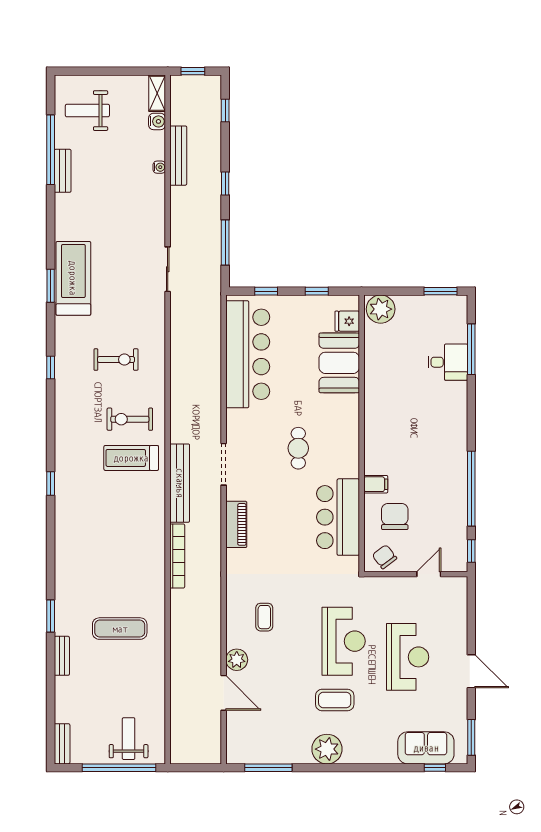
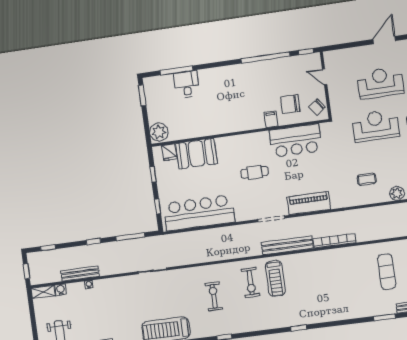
piano: (236, 524) -> (309, 203), width x1.37, depth x1.33

